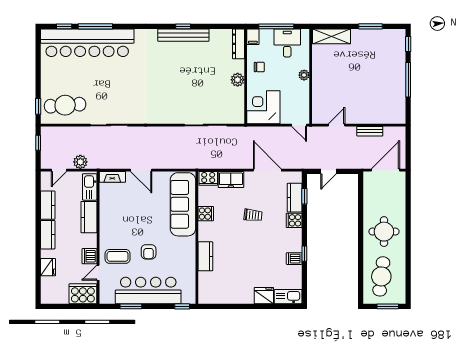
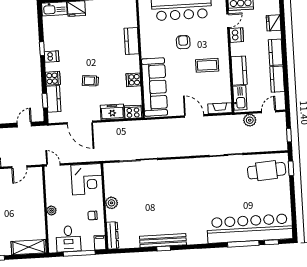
coffee table: (118, 256) -> (207, 65), moved
dishwasher: (294, 259) -> (52, 57), moved

